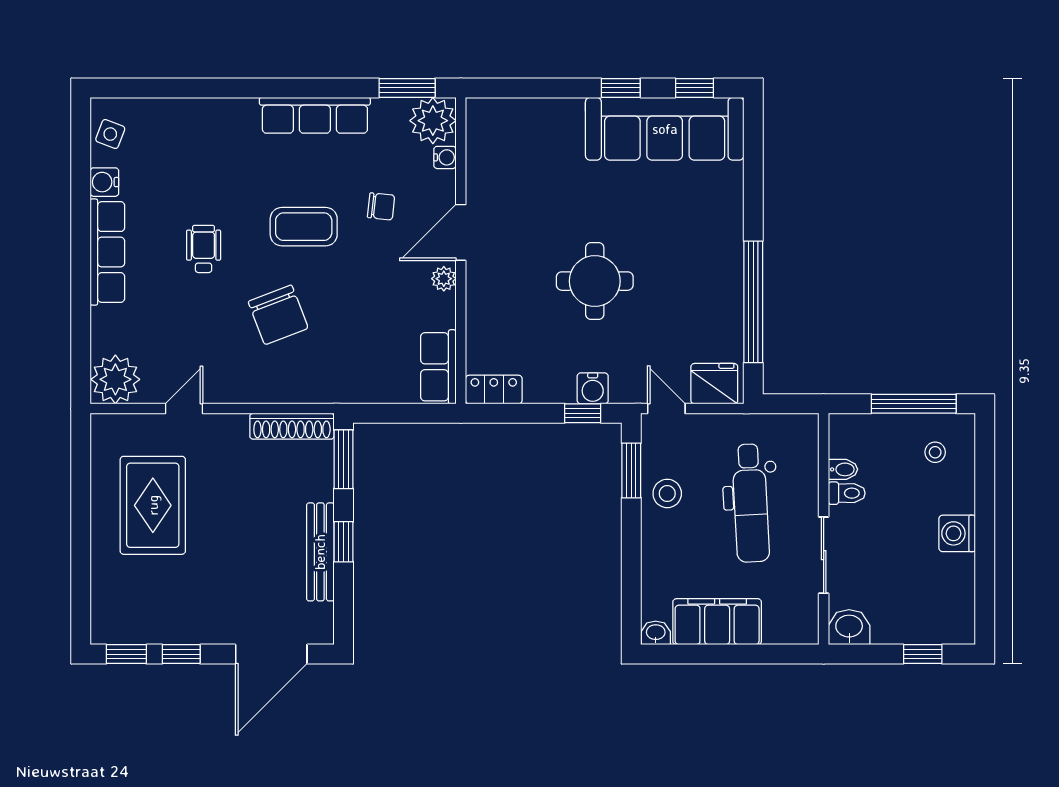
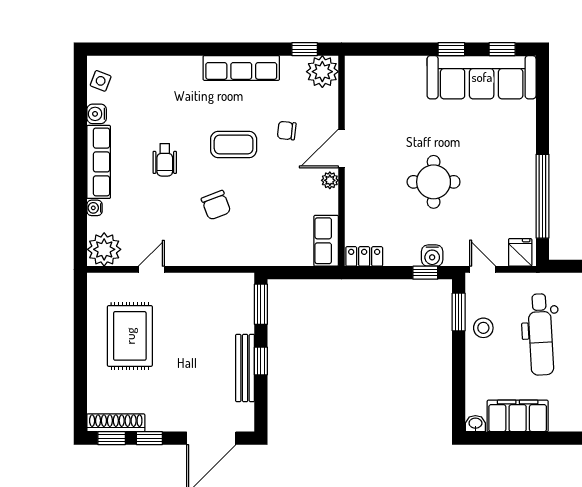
window: (407, 88) -> (305, 49), width x0.67
water cooler: (445, 157) -> (94, 208), moved, turned 180
chair: (381, 206) -> (287, 131), turned 180
wheelchair: (204, 249) -> (165, 160), turned 180
chair: (278, 315) -> (216, 205), width x0.73, depth x0.73
fridge: (714, 384) -> (520, 252), width x0.72
shoe rack: (292, 426) -> (116, 423), moved, turned 180

